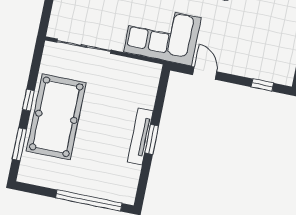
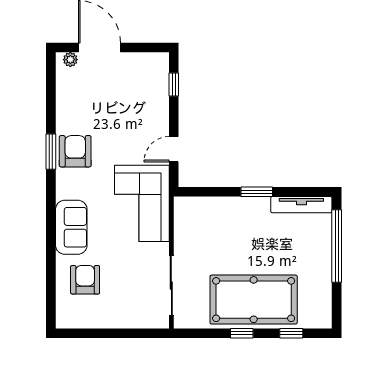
tv unit: (140, 137) -> (301, 205), moved
window: (19, 144) -> (291, 333), width x0.67

